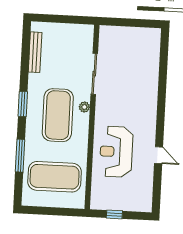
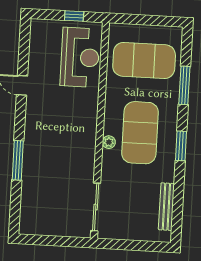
sliding door: (94, 74) -> (96, 207), moved
window: (162, 91) -> (18, 160), added
reception desk: (116, 152) -> (80, 57), moved

